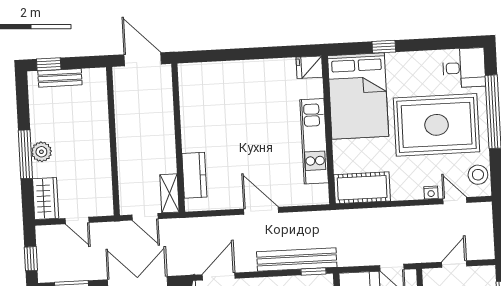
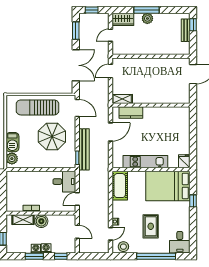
rug: (437, 125) -> (151, 226), width x0.54, depth x0.49
wall: (178, 138) -> (151, 105), moved
kitchen counter: (194, 175) -> (131, 113), moved
shelving: (169, 193) -> (122, 99), moved

